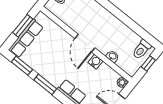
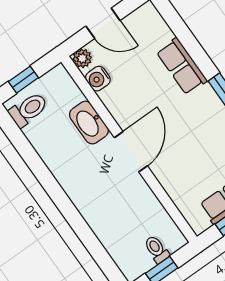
washbasin: (113, 56) -> (89, 123), width x1.91, depth x1.45
water cooler: (95, 62) -> (98, 79), moved

